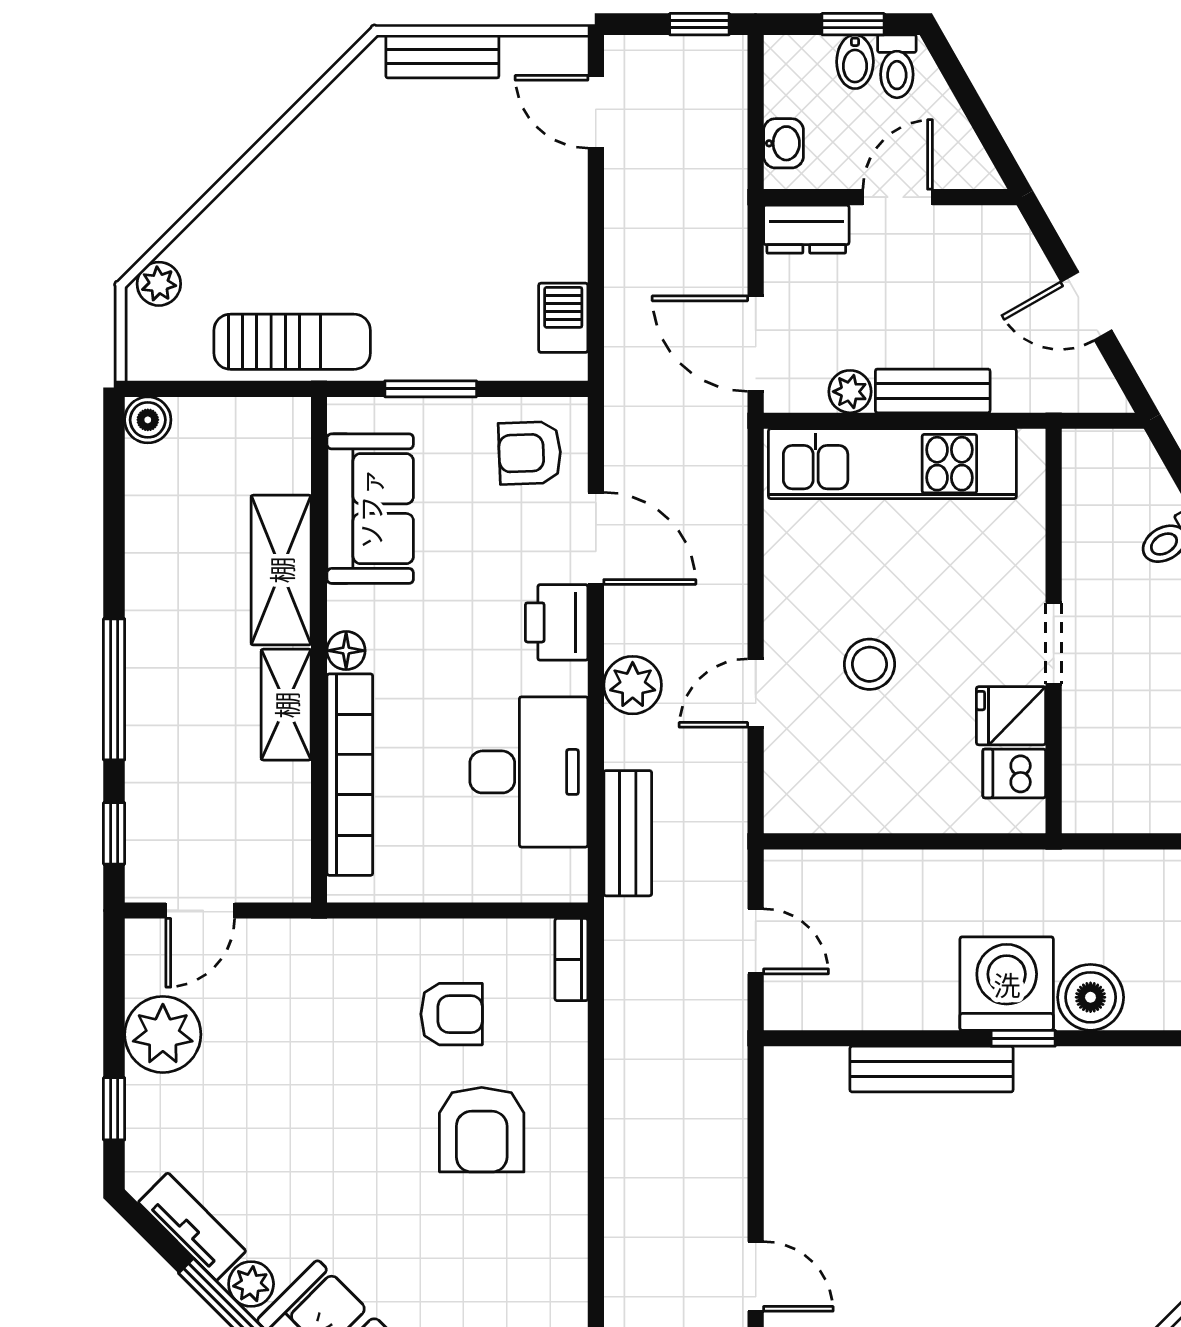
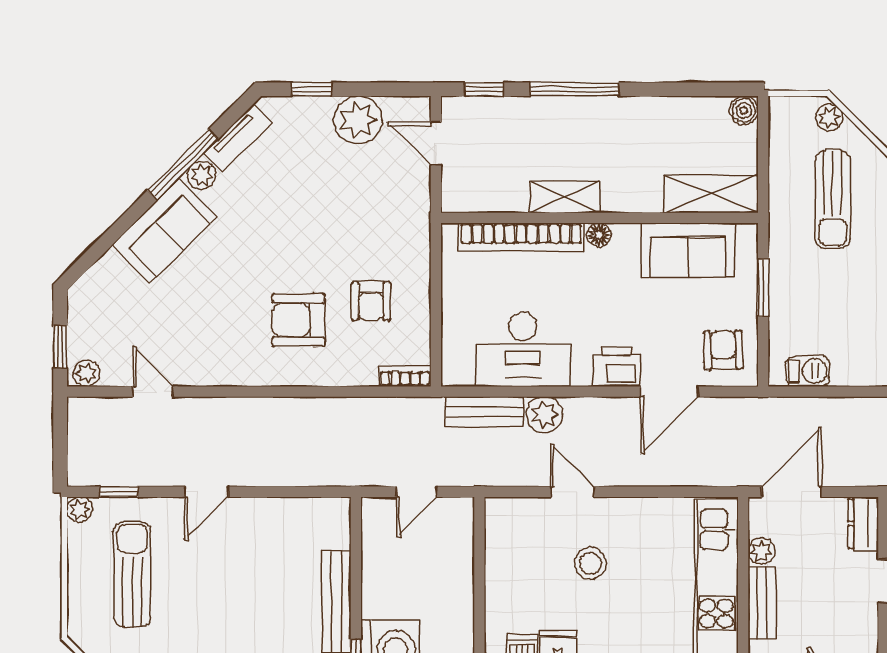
sun lounger: (292, 342) -> (833, 199), moved
shelving: (281, 570) -> (711, 194), moved
plant: (633, 685) -> (544, 415), moved

